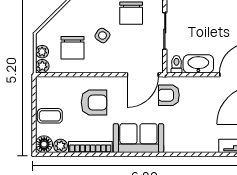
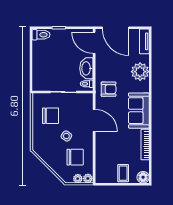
door: (143, 75) -> (94, 120), moved
armchair: (169, 95) -> (109, 89), turned -90
armchair: (94, 103) -> (114, 142), removed
plant: (60, 146) -> (140, 72), moved, width x1.88, depth x1.88

